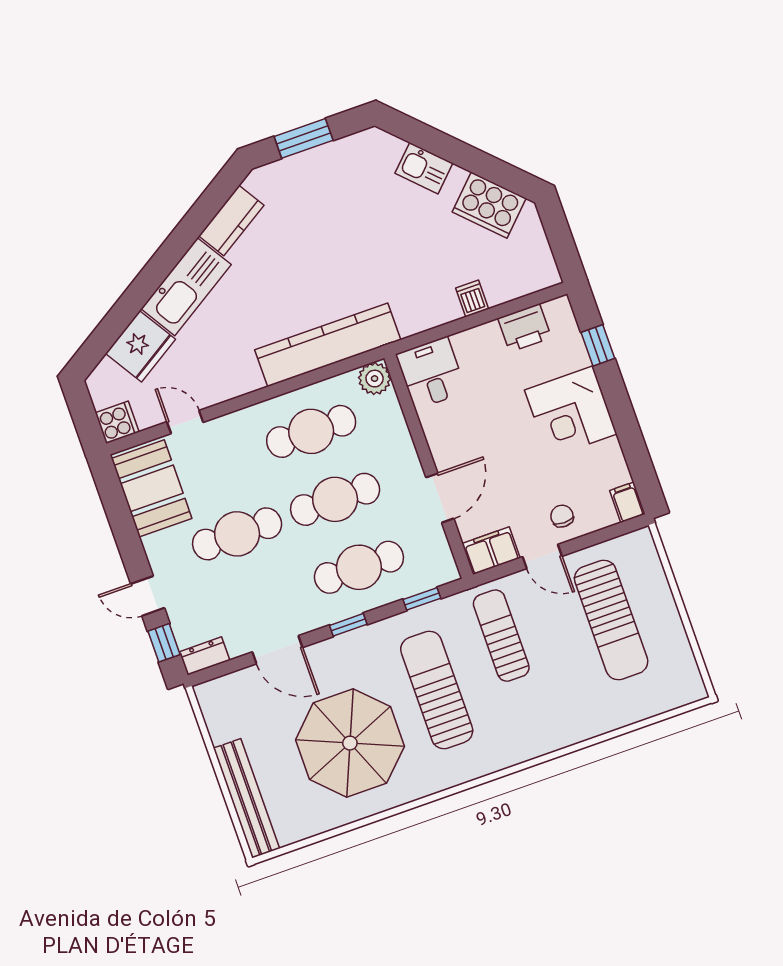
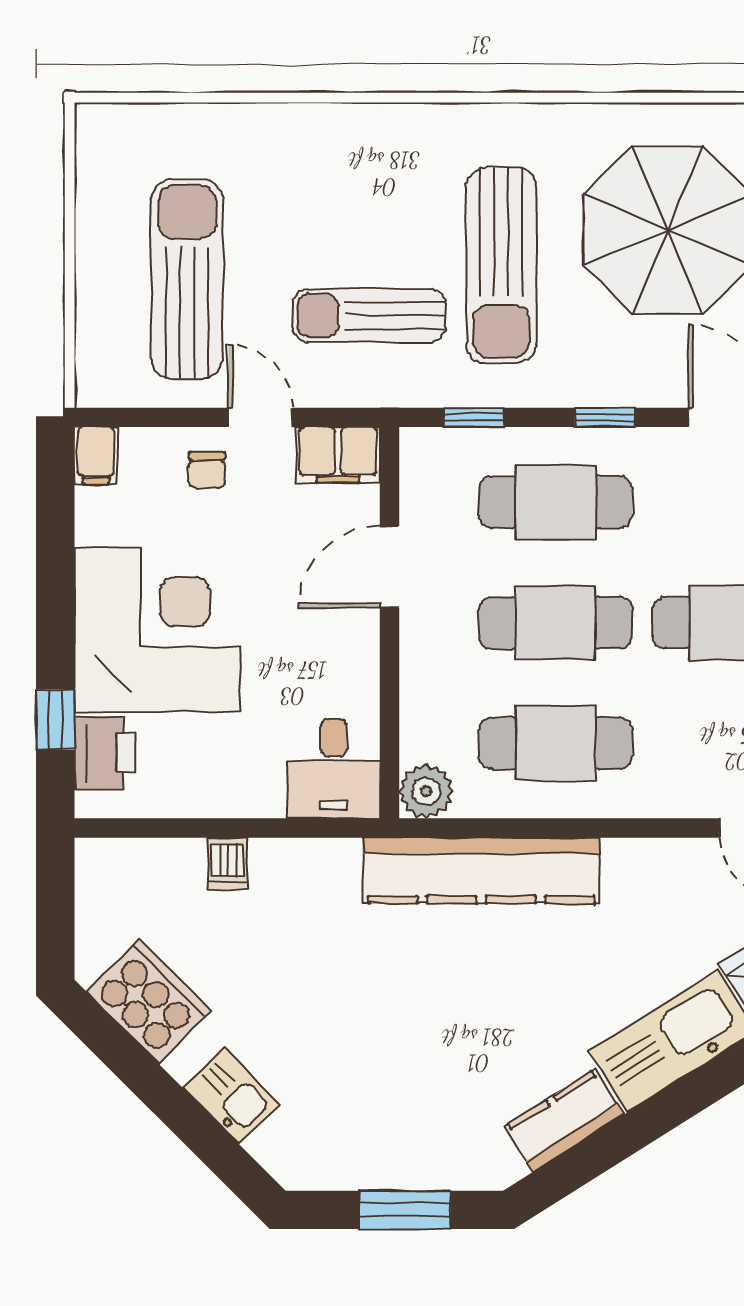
printer: (525, 328) -> (105, 753), moved, turned 90
corner desk: (571, 412) -> (157, 630), width x1.36, depth x1.36
sun lounger: (501, 636) -> (369, 315), turned 90

